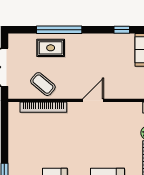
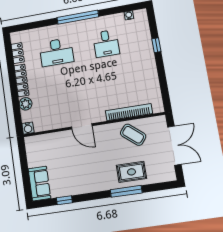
window: (59, 30) -> (126, 191), width x0.68
door: (93, 100) -> (82, 126), hinge flipped

